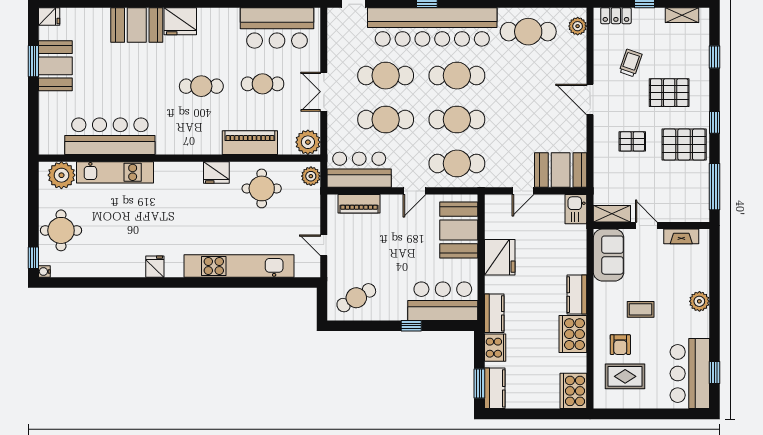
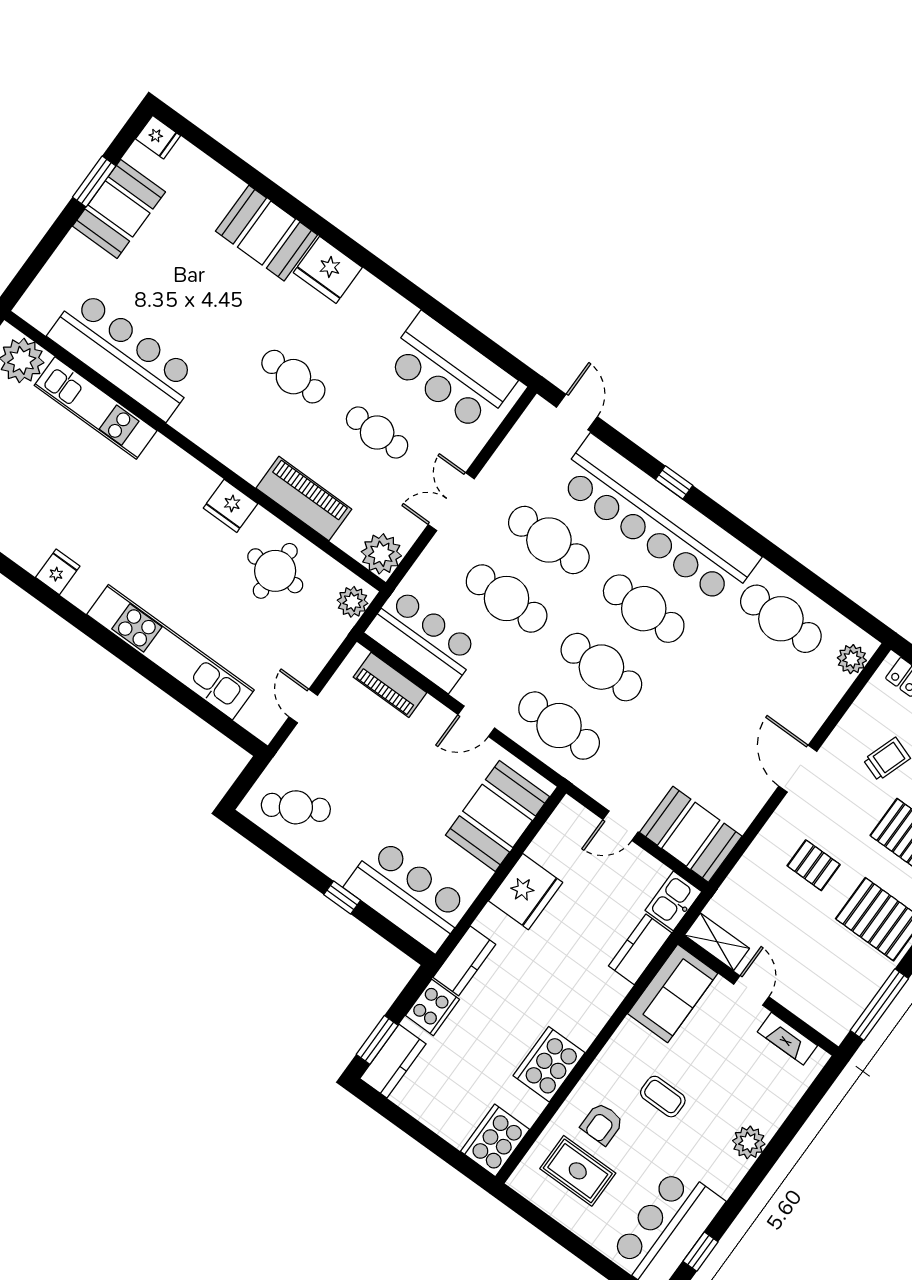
kitchen counter: (577, 295) -> (640, 949), moved

